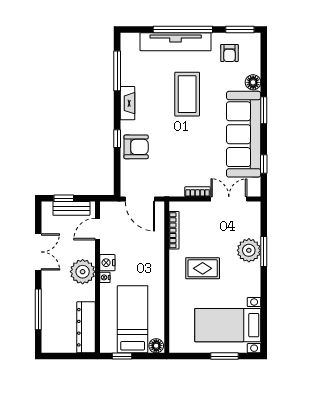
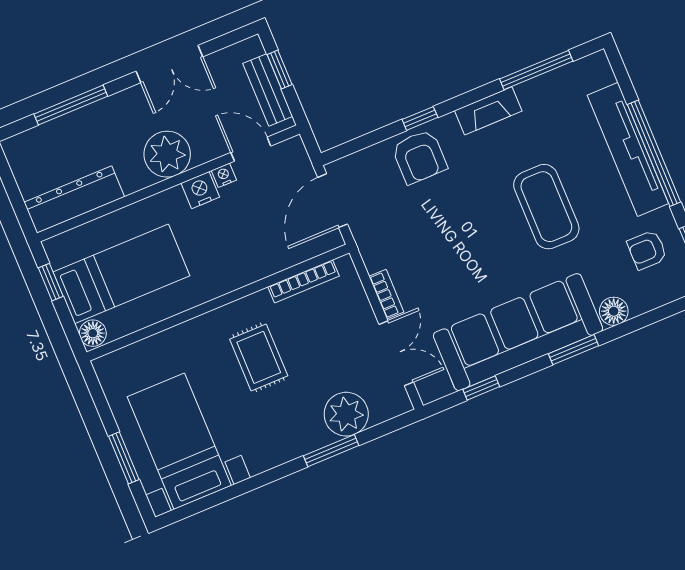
coffee table: (187, 94) -> (546, 207), turned 90
plant: (249, 250) -> (346, 414), moved
nightstand: (105, 277) -> (224, 175), moved

